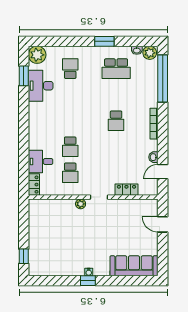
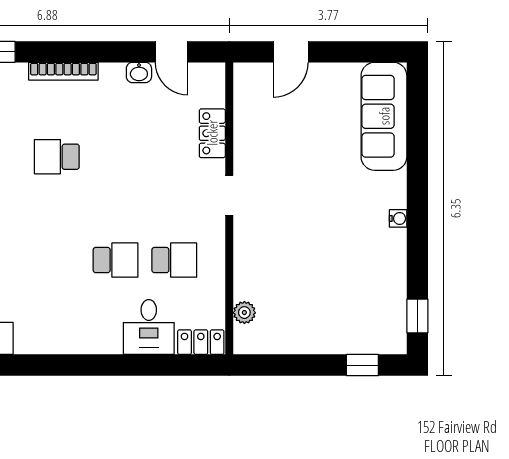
school desk: (116, 121) -> (57, 157), turned 180
plant: (81, 204) -> (244, 313), moved
window: (88, 281) -> (417, 316), moved

